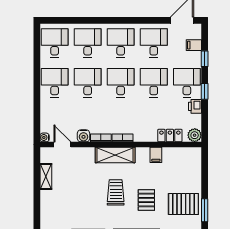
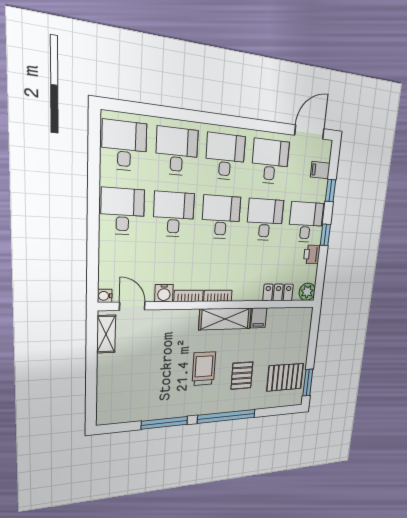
shelving: (115, 155) -> (225, 319), moved
shelving: (46, 176) -> (106, 334), moved

